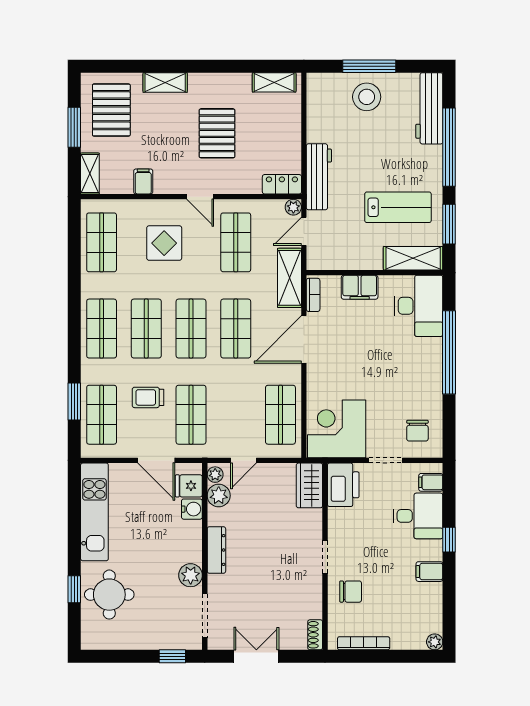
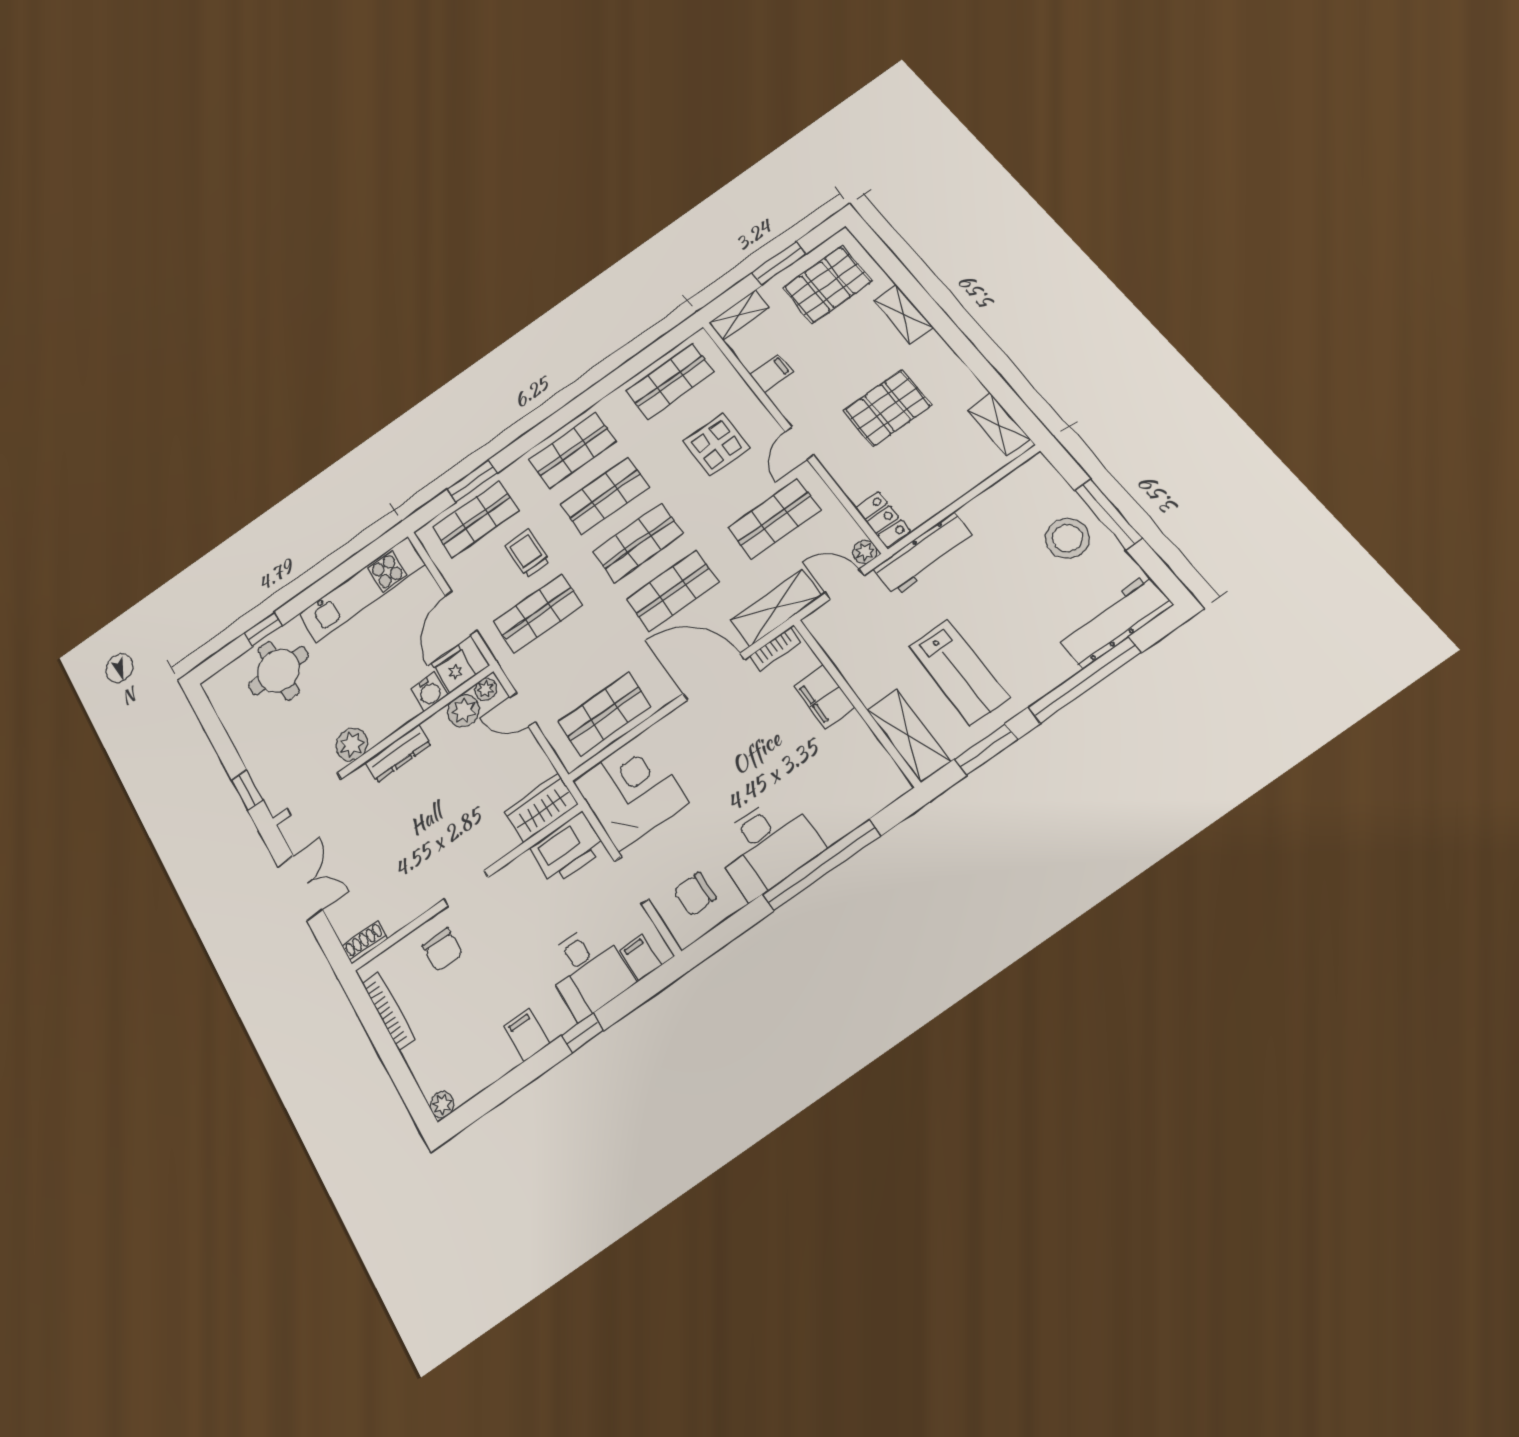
desk: (419, 306) -> (767, 845), moved

